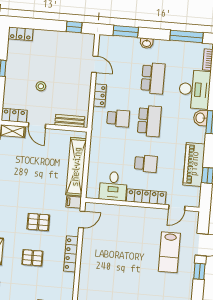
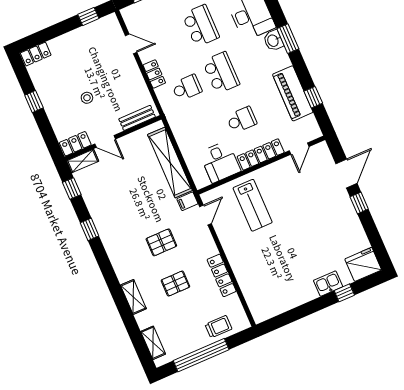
lab bench: (169, 252) -> (253, 205), moved
locker: (71, 254) -> (222, 275), moved

